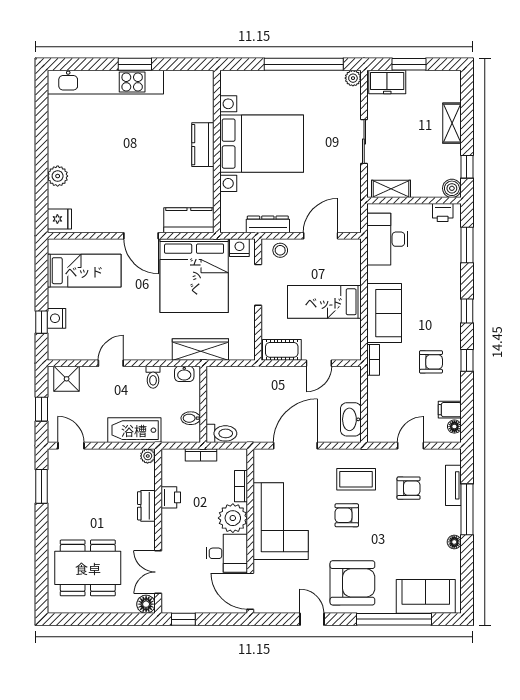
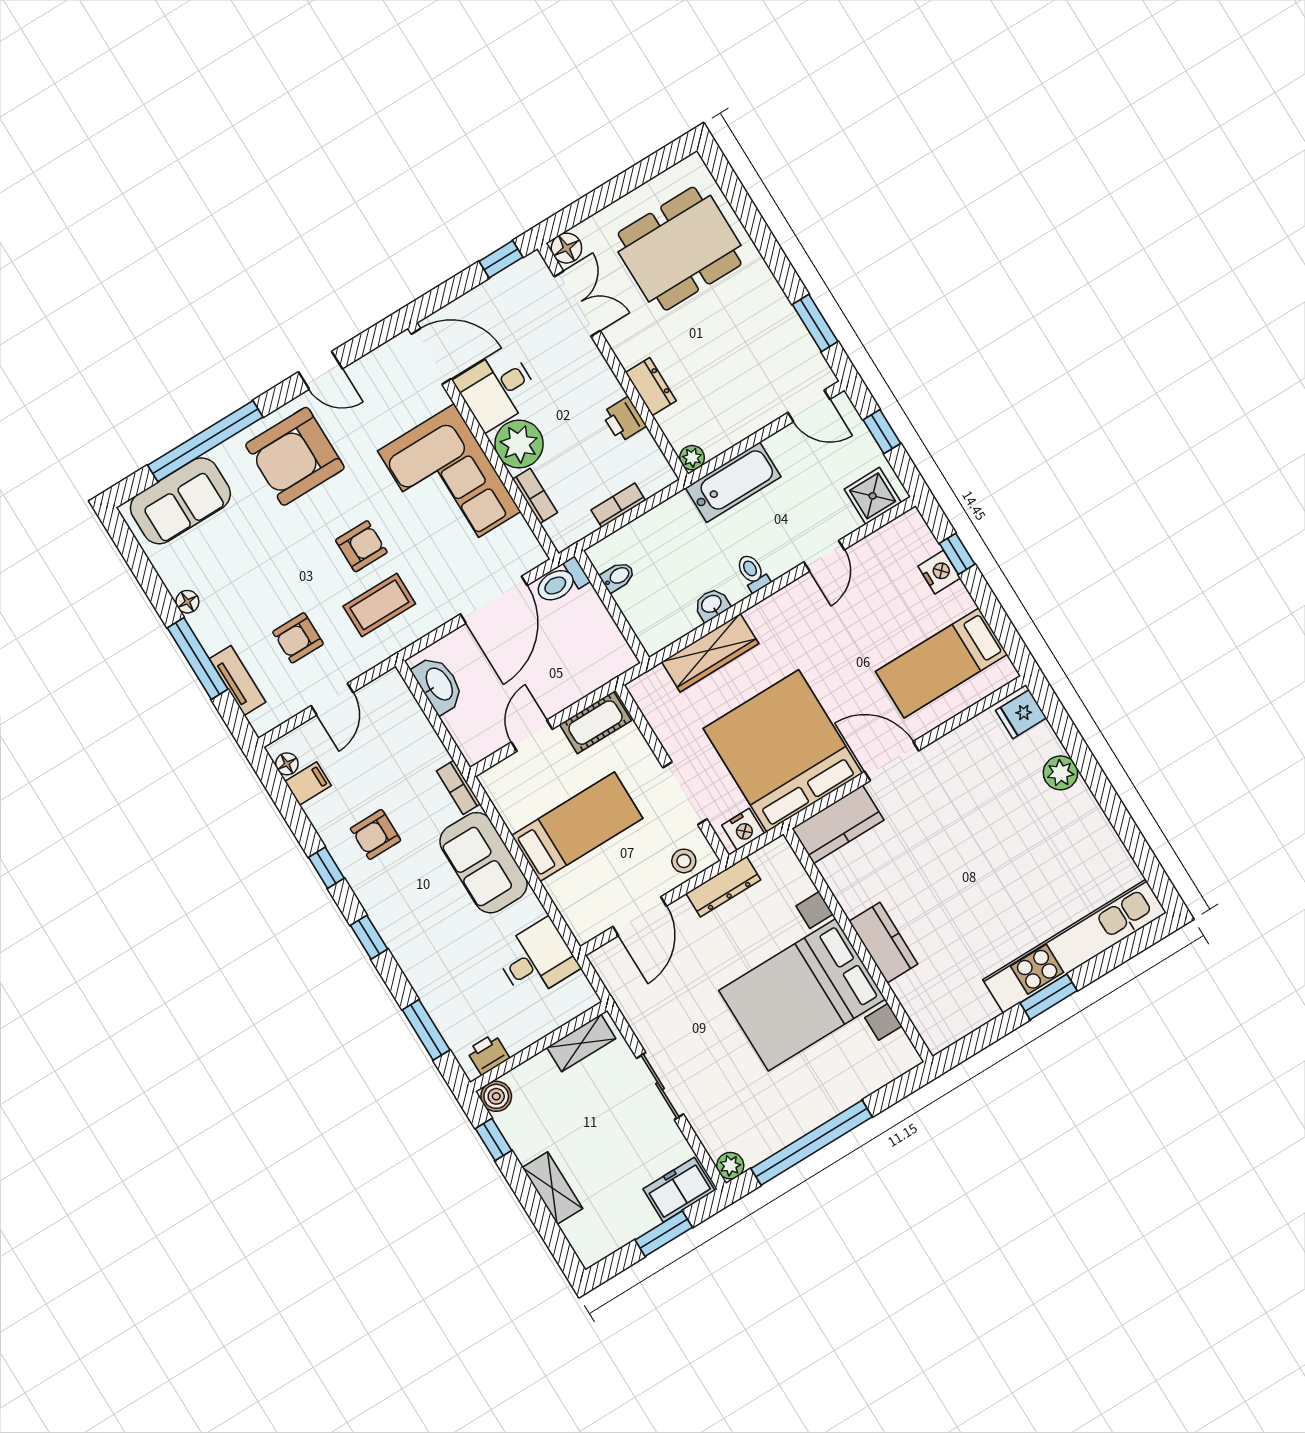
desk: (387, 239) -> (537, 959), width x0.73
wall: (203, 404) -> (612, 607), moved
bidet: (191, 418) -> (618, 577), moved
toilet: (221, 433) -> (561, 582), moved

